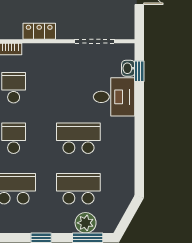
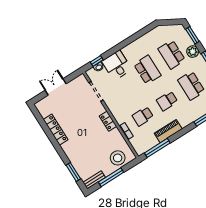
school desk: (78, 138) -> (147, 70), turned 180
plant: (86, 223) -> (193, 52), moved

